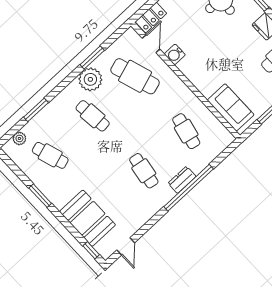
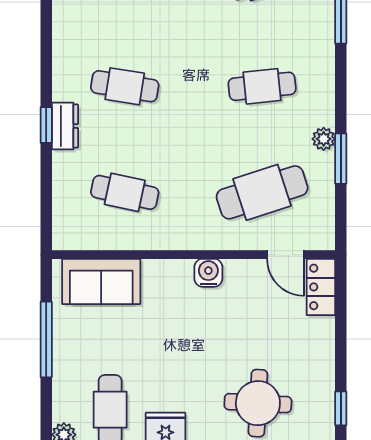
water cooler: (175, 54) -> (208, 273), moved
plant: (90, 79) -> (324, 139), width x0.53, depth x0.53
window: (189, 188) -> (46, 125), width x0.32

